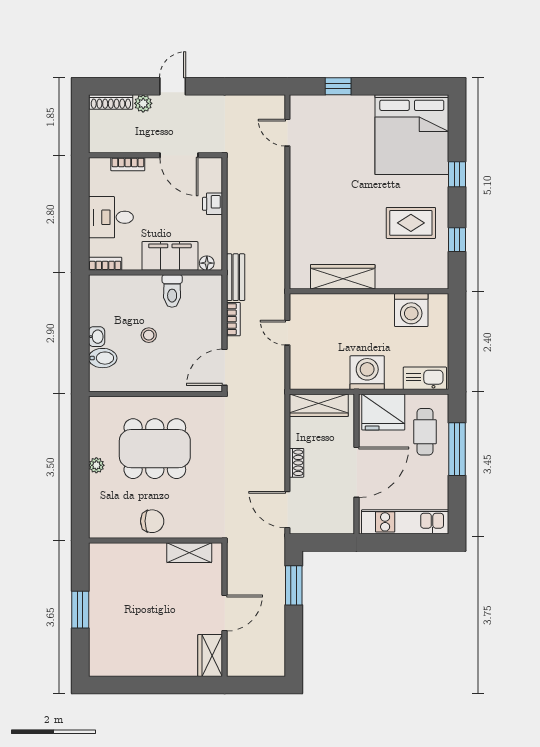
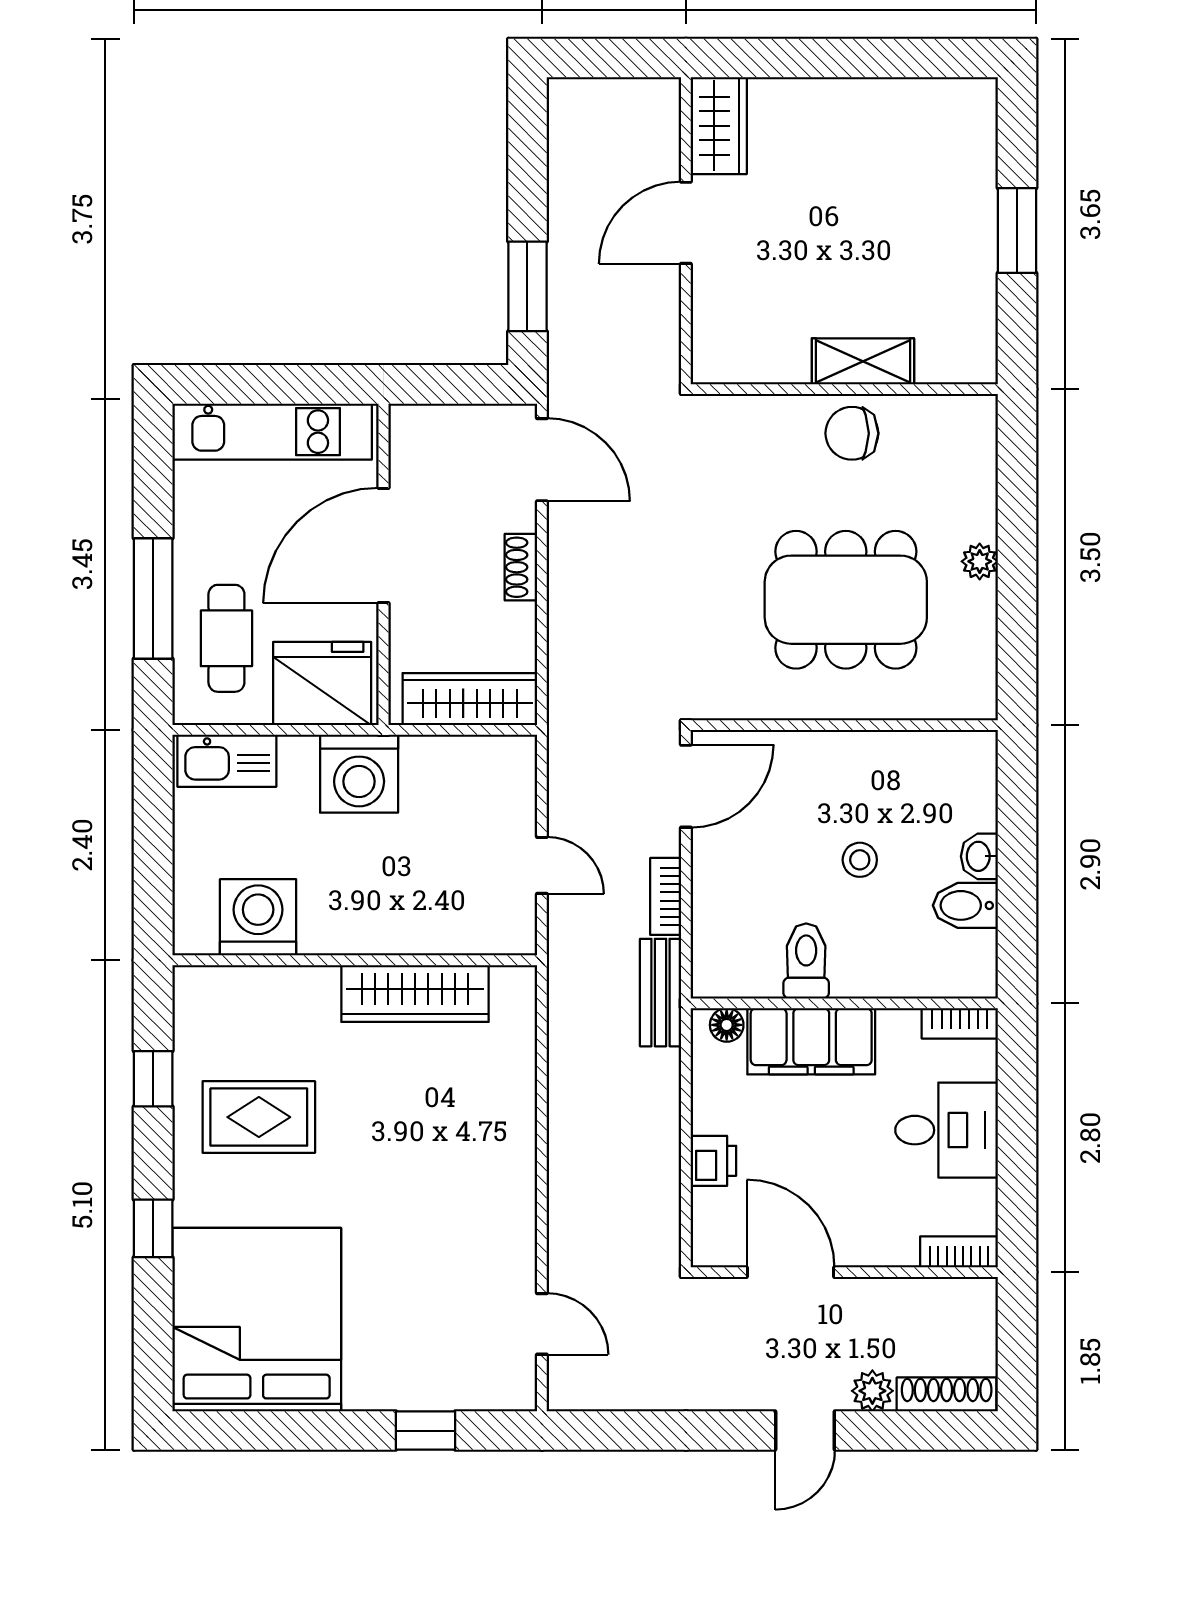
bookcase: (128, 164) -> (959, 1252), moved
bidet: (103, 358) -> (965, 905), moved
shelving: (189, 553) -> (863, 361), moved

